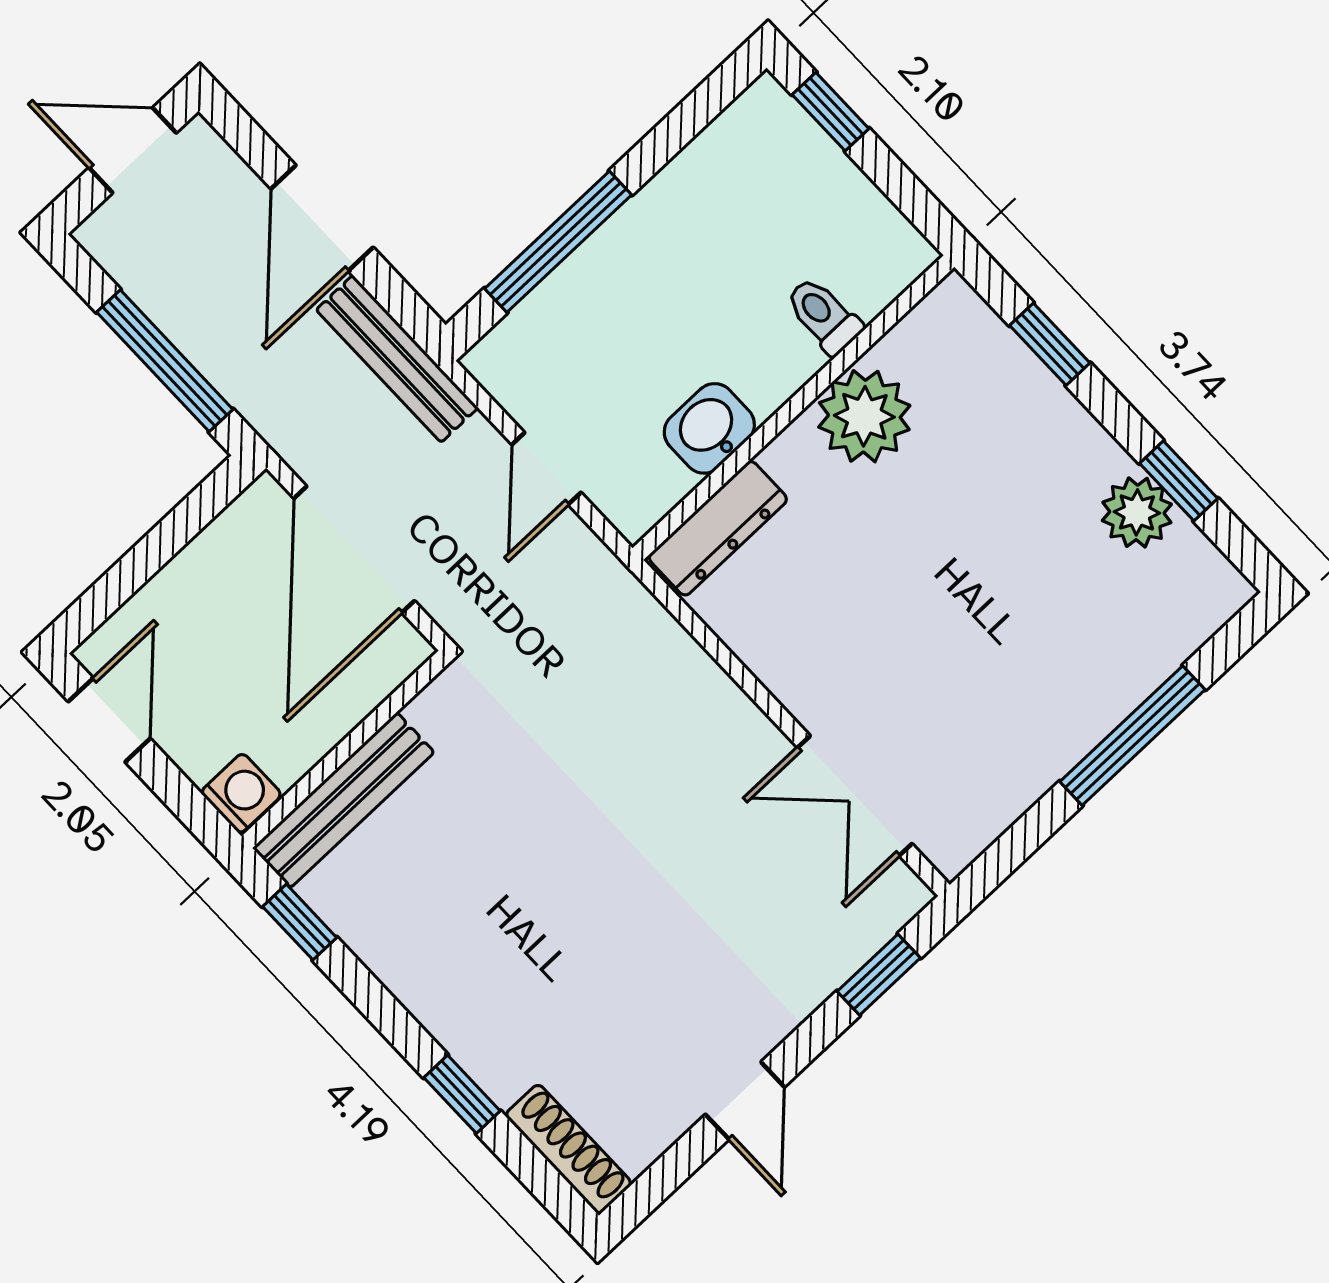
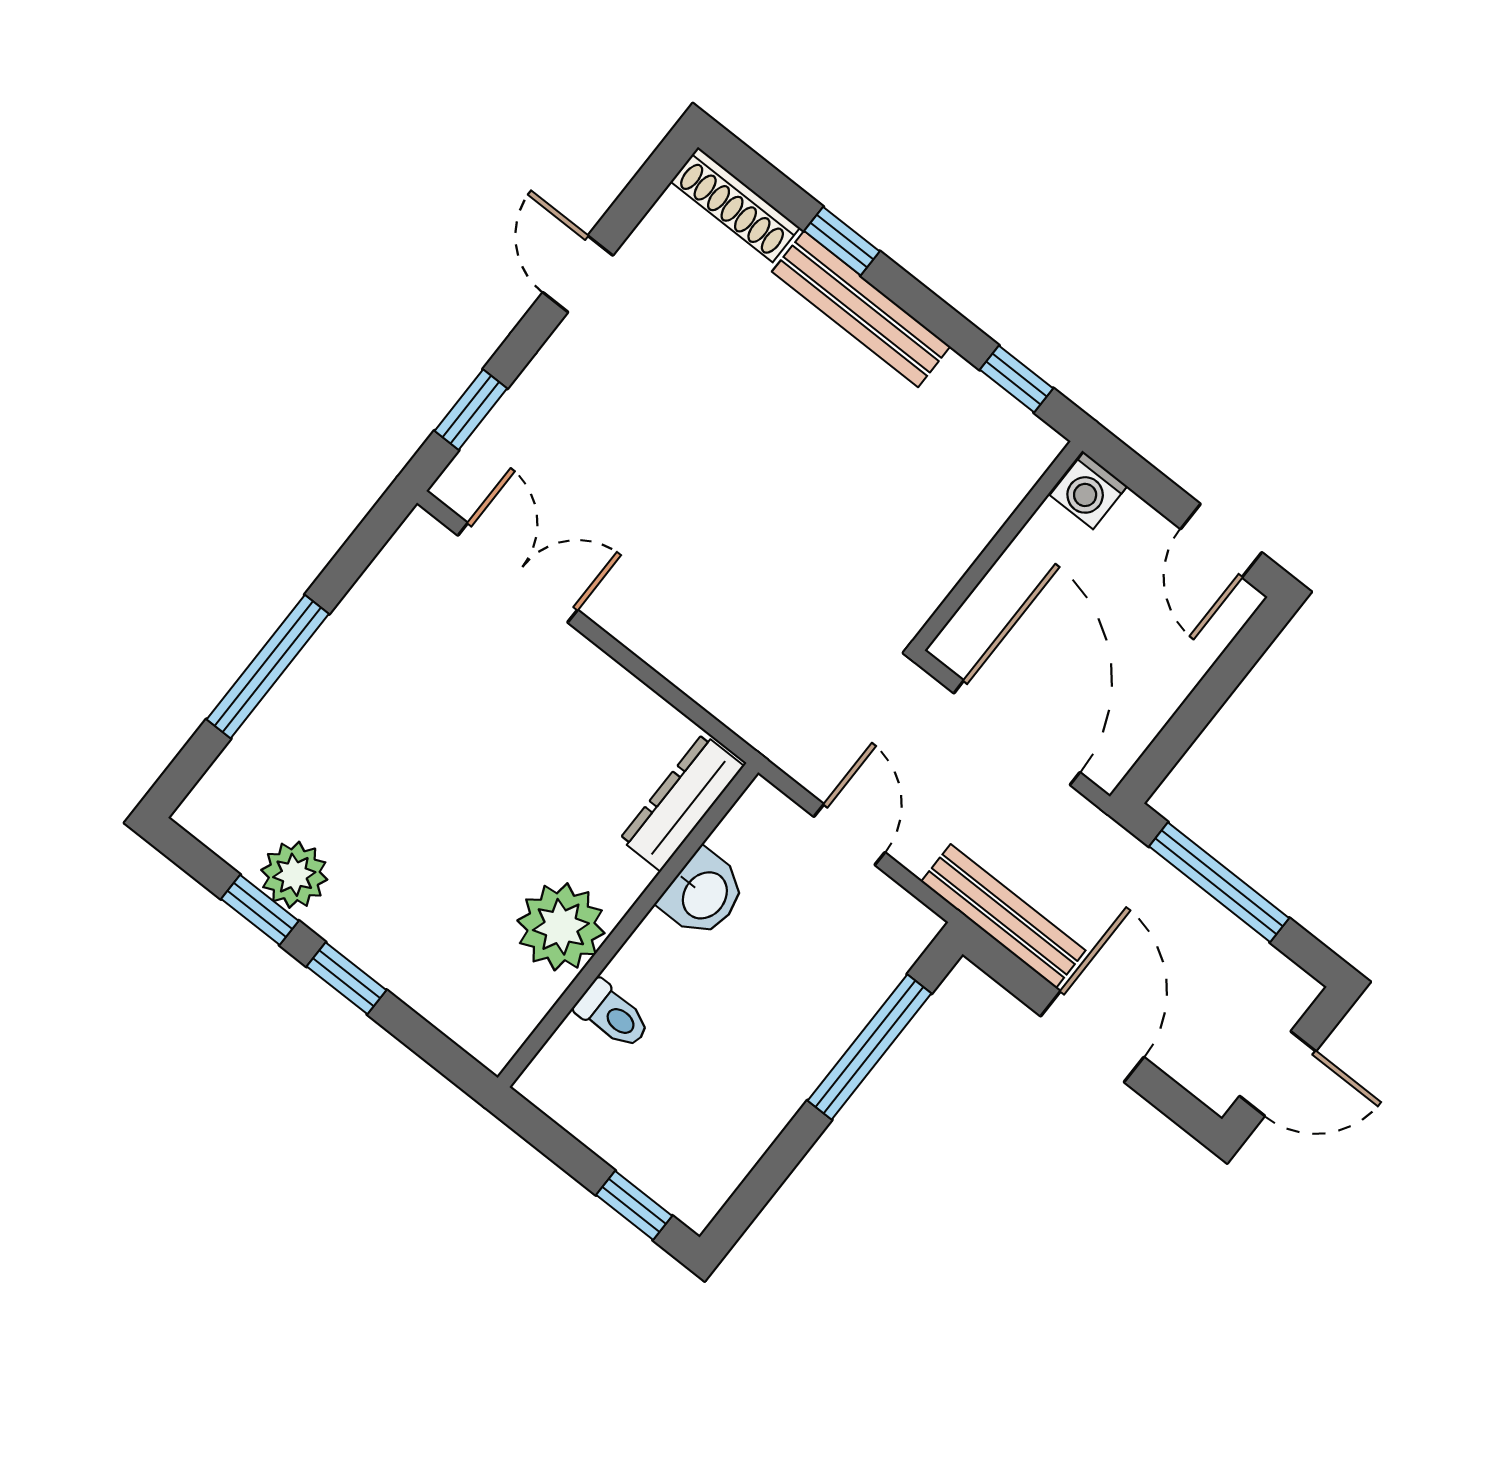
window: (1050, 344) -> (347, 978), moved
bench: (343, 800) -> (861, 309), moved, turned 90

